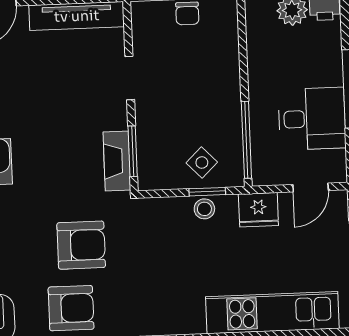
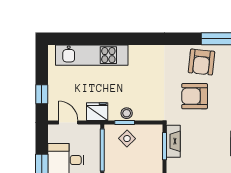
door: (311, 188) -> (68, 123), hinge flipped
armchair: (71, 308) -> (201, 62), turned -84

